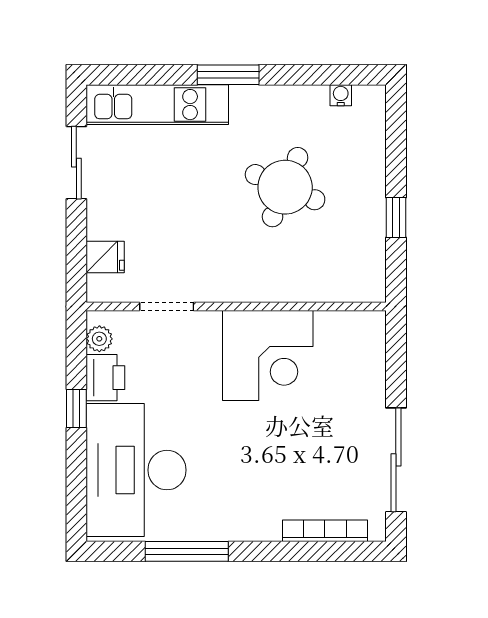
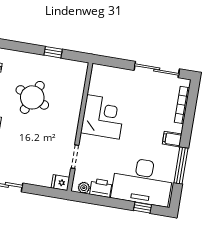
fridge: (105, 257) -> (60, 183), moved, turned -90
window: (76, 408) -> (143, 208), moved
filing cabinet: (244, 521) -> (172, 139), added

